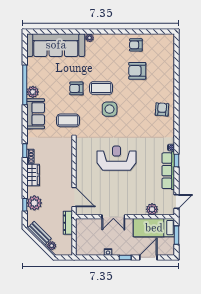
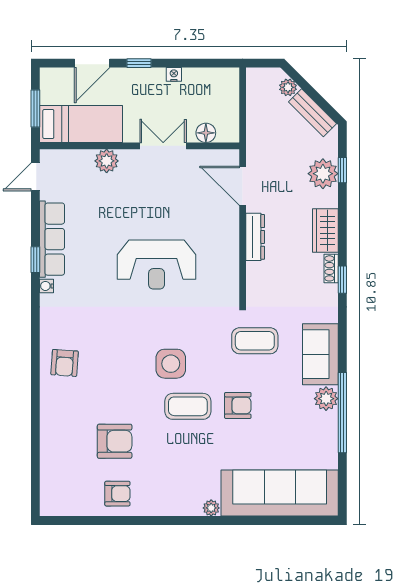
plant: (152, 209) -> (107, 161), moved
dresser: (68, 223) -> (255, 237), moved
floor lamp: (92, 223) -> (206, 133), added

